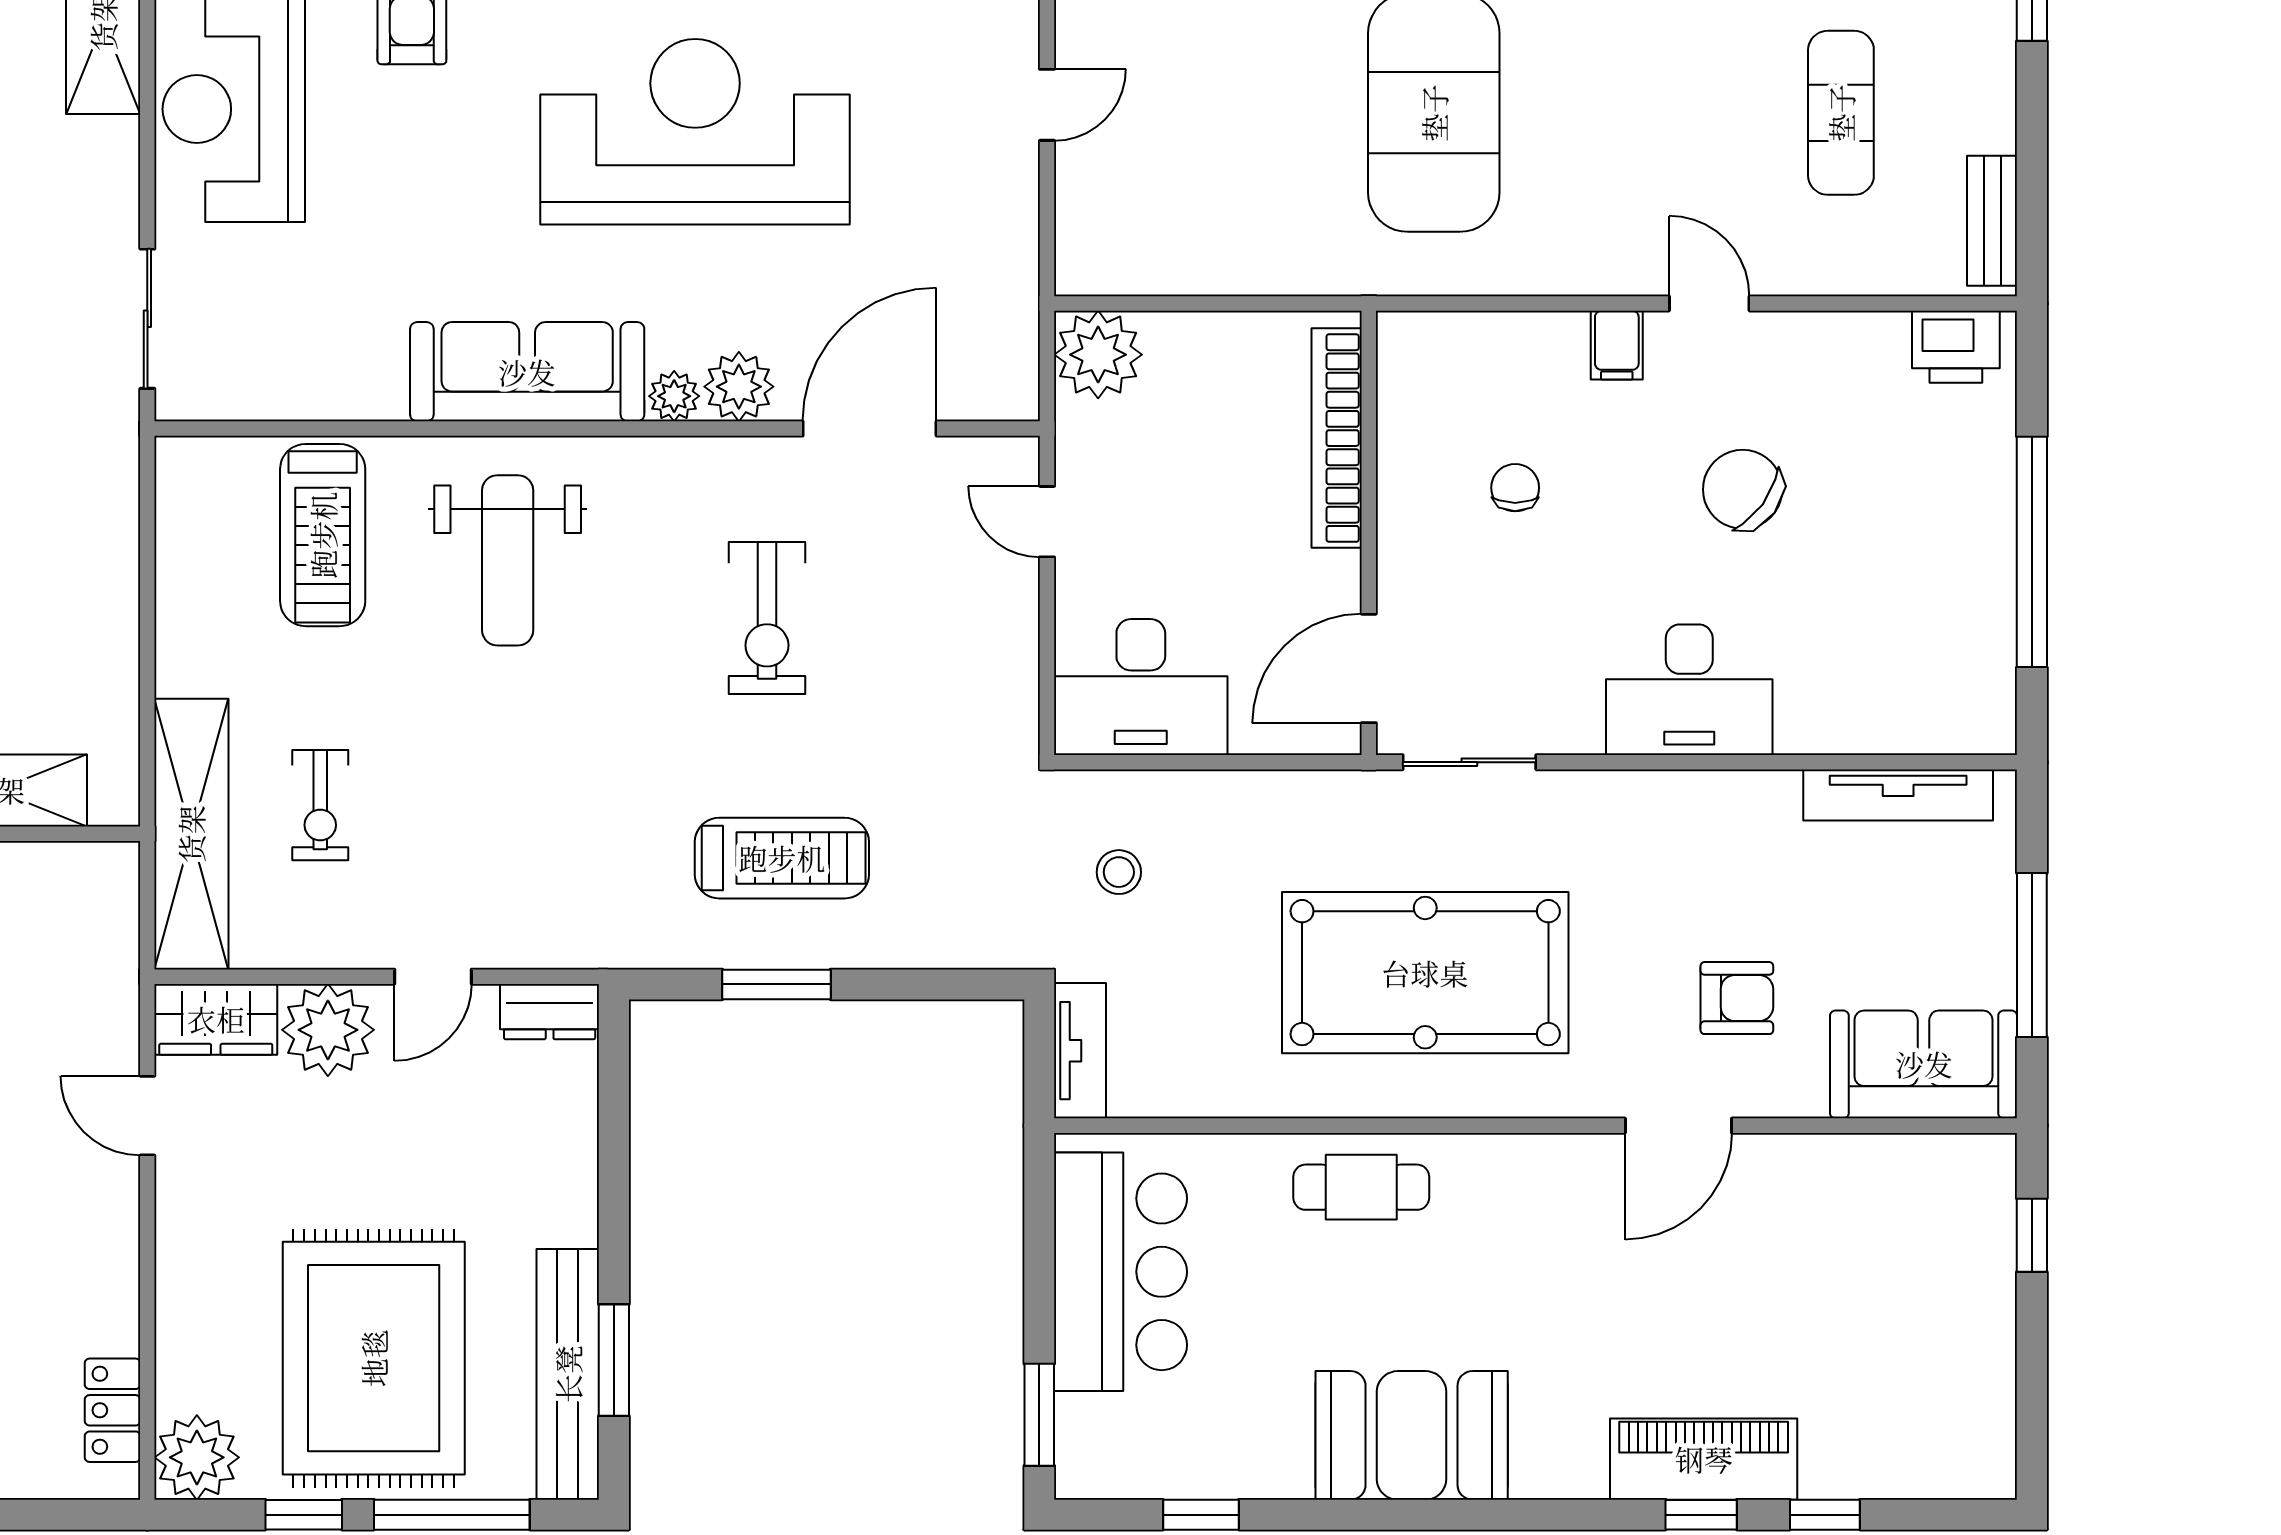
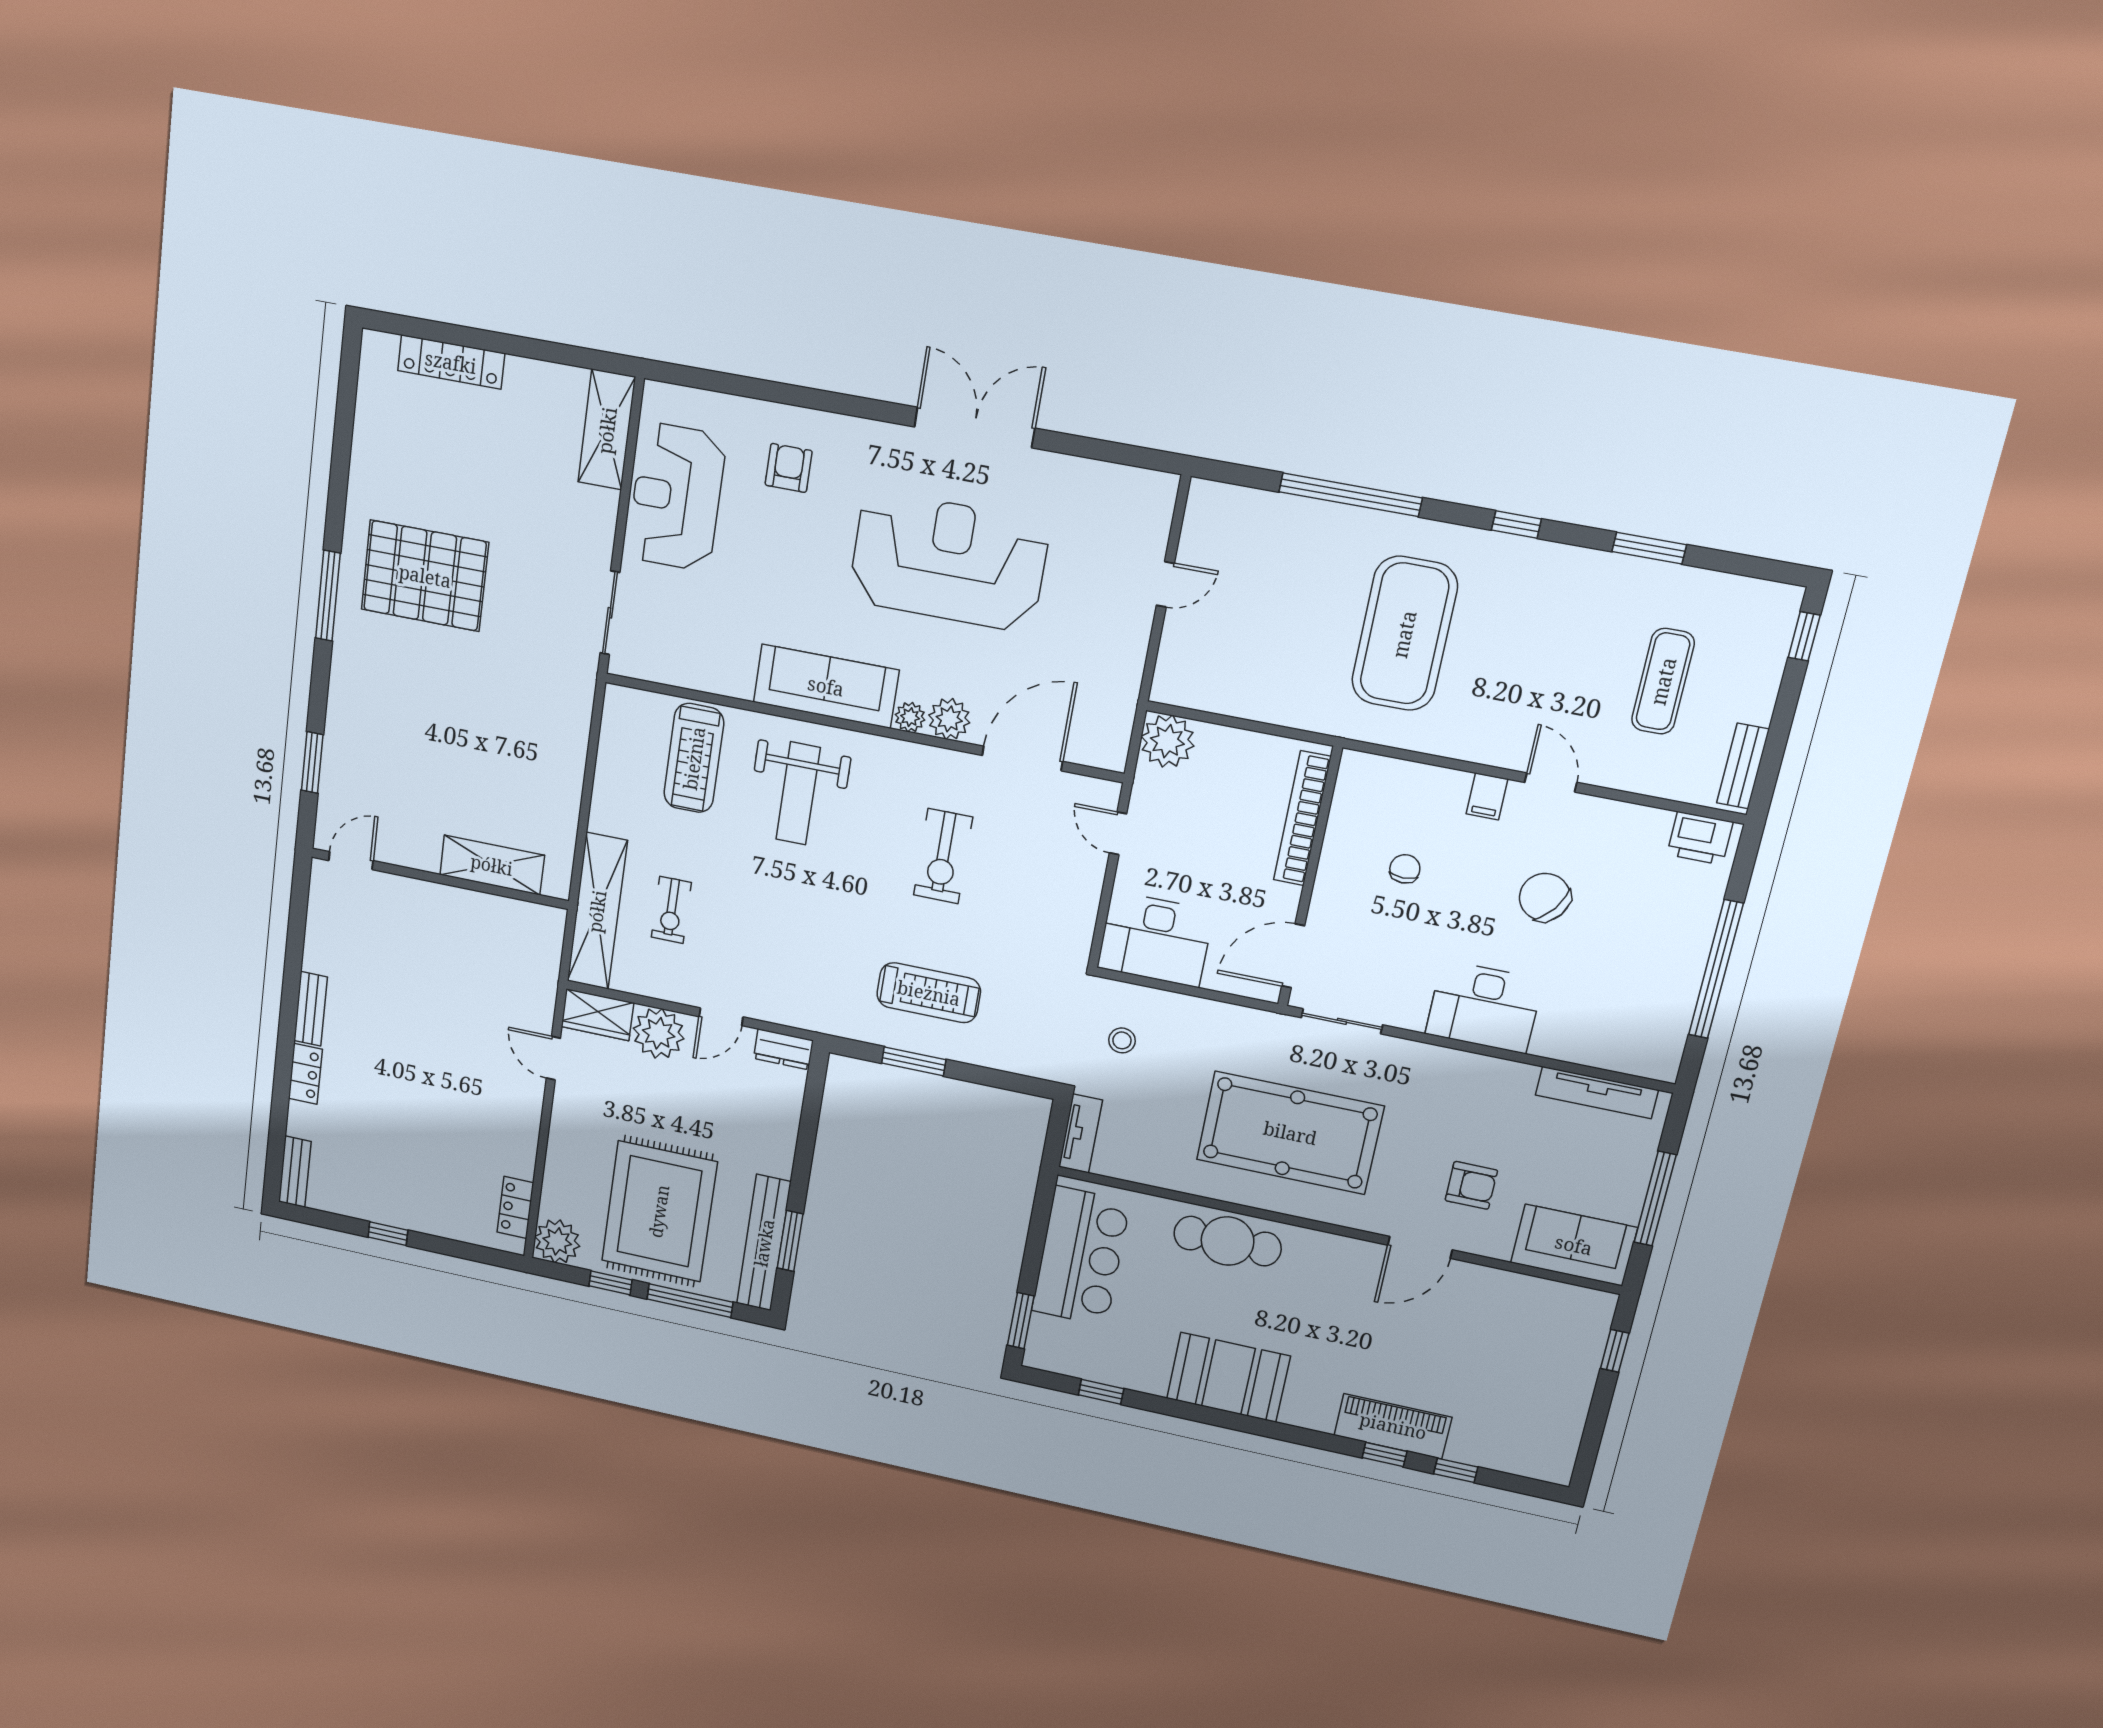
cafe table: (1361, 1187) -> (1228, 1241), width x1.37, depth x1.35

